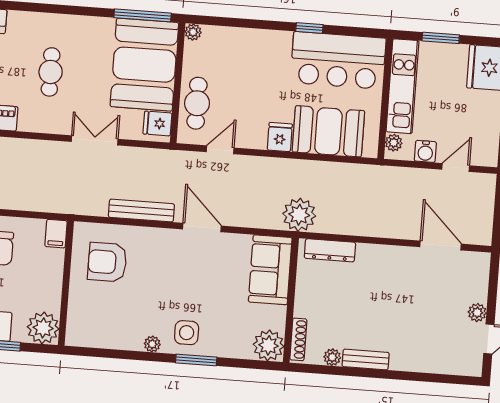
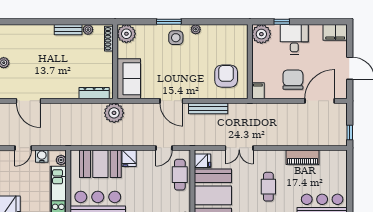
armchair: (107, 262) -> (226, 76), turned -90

